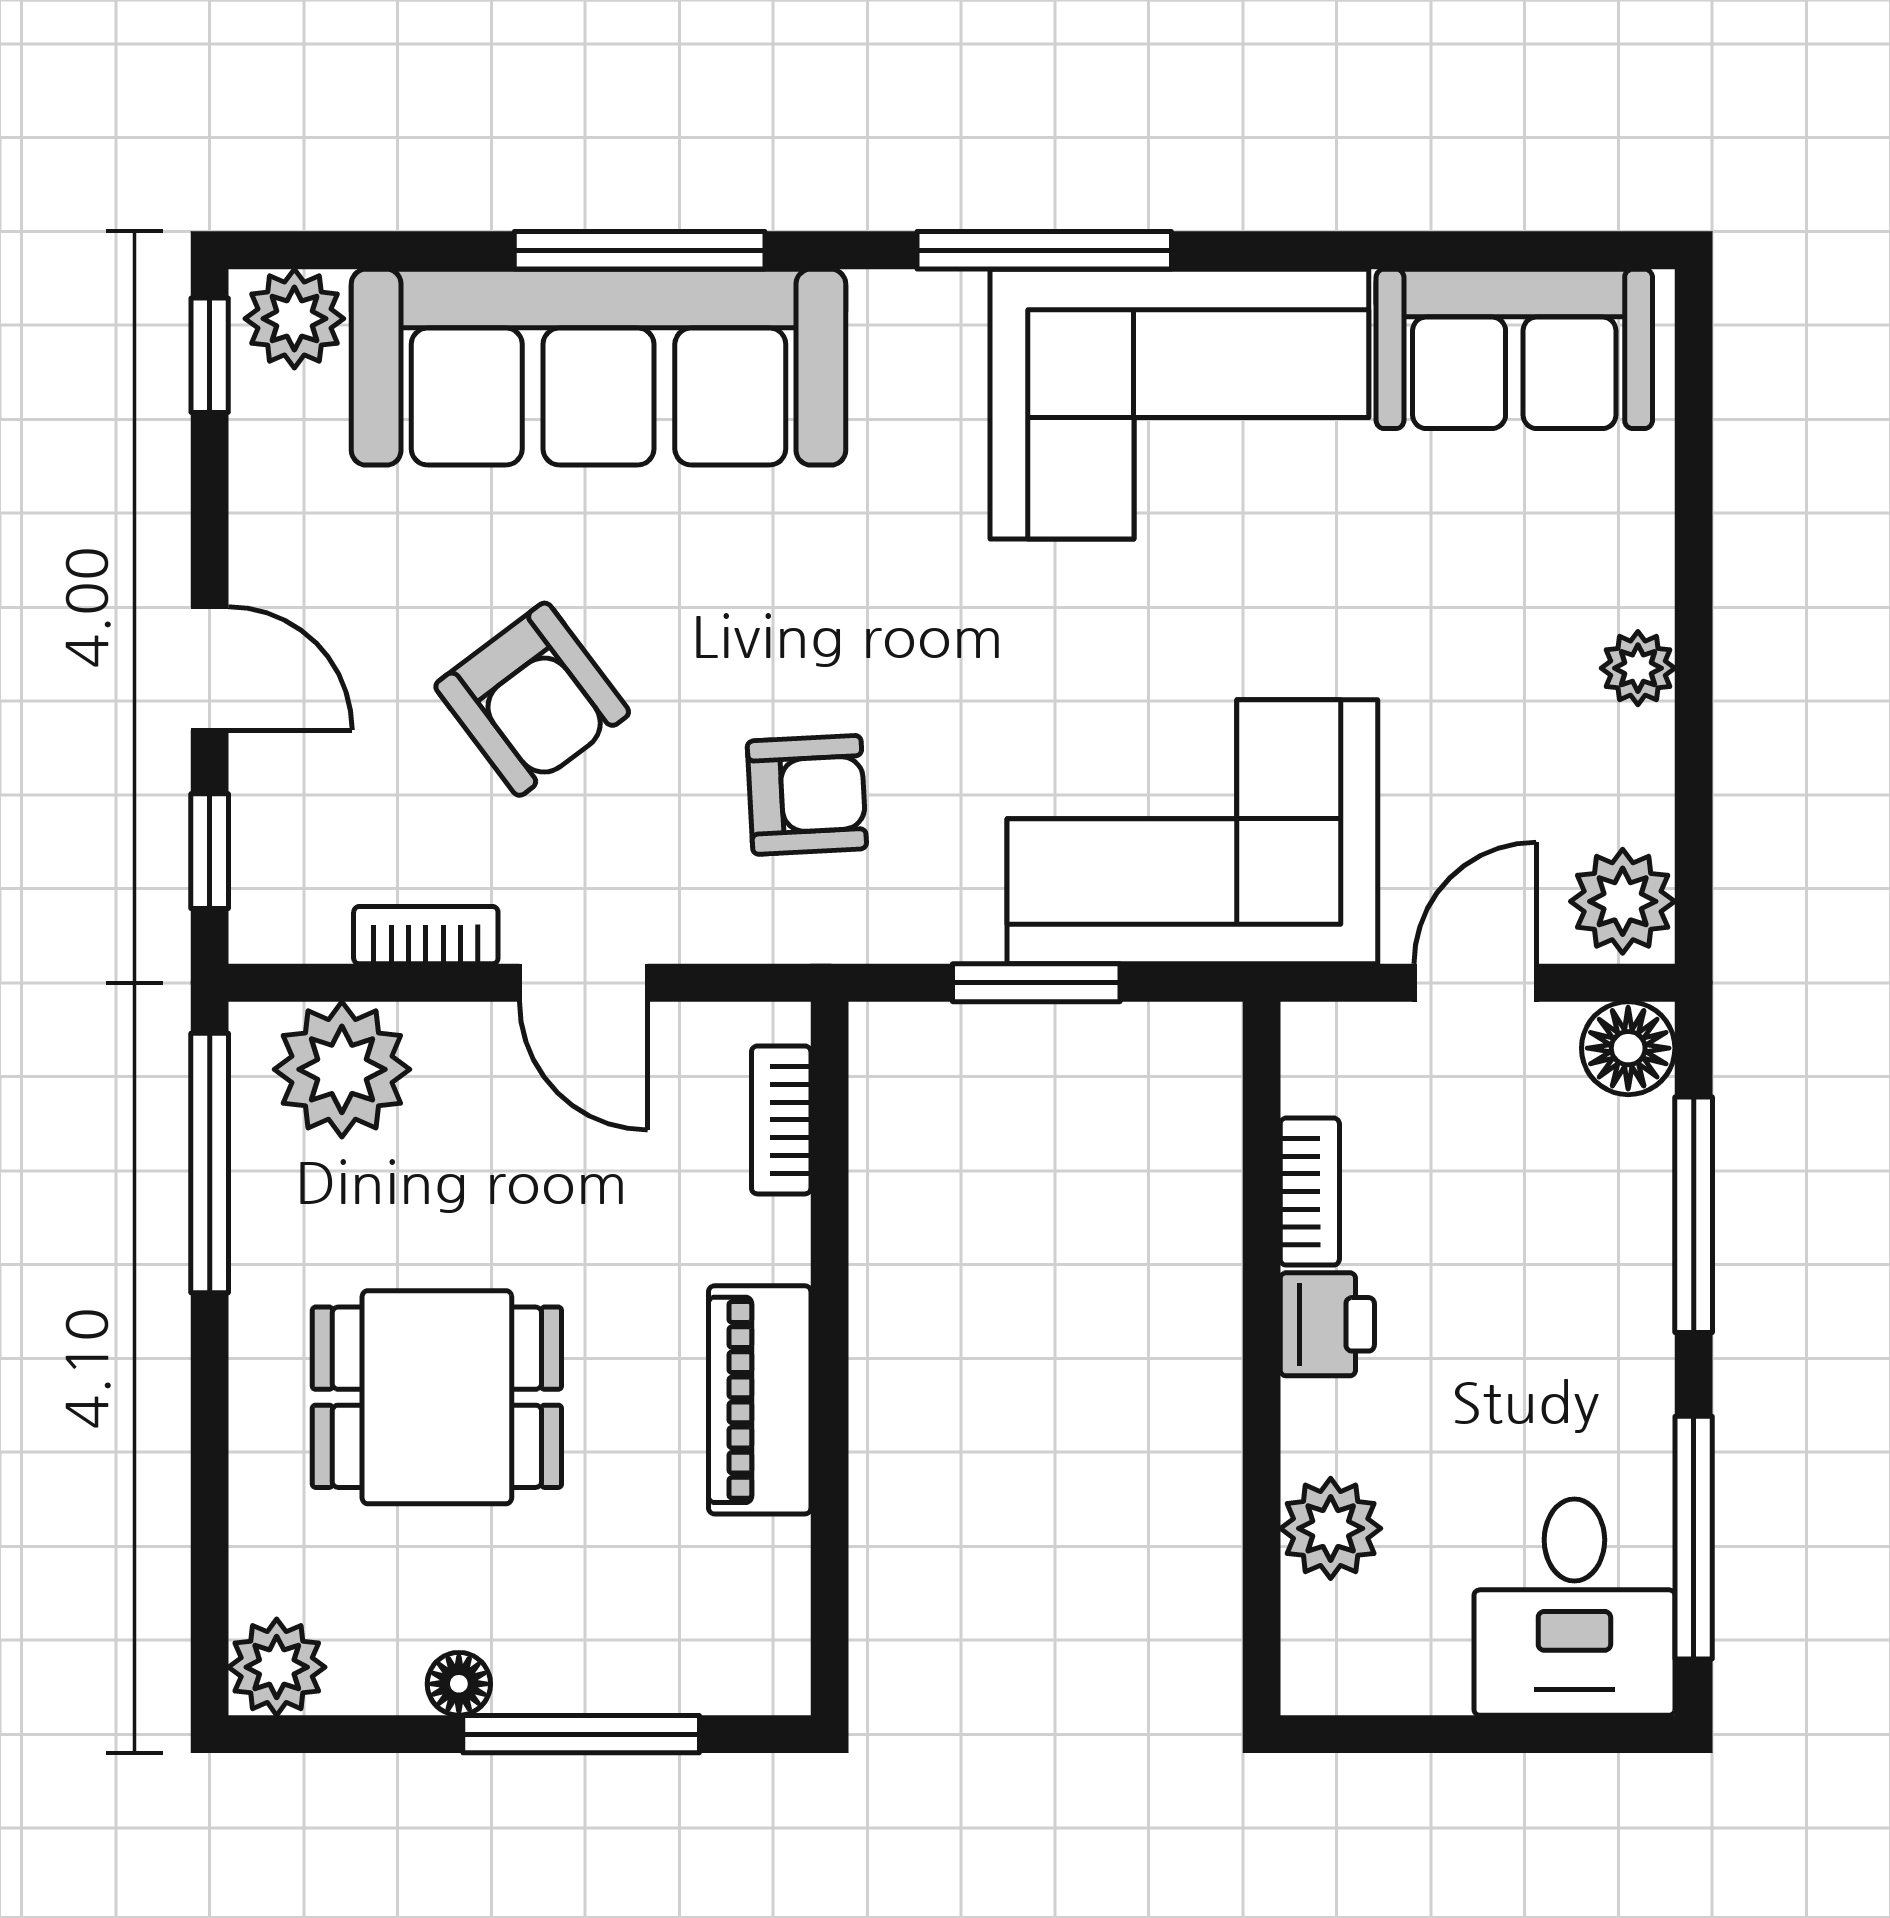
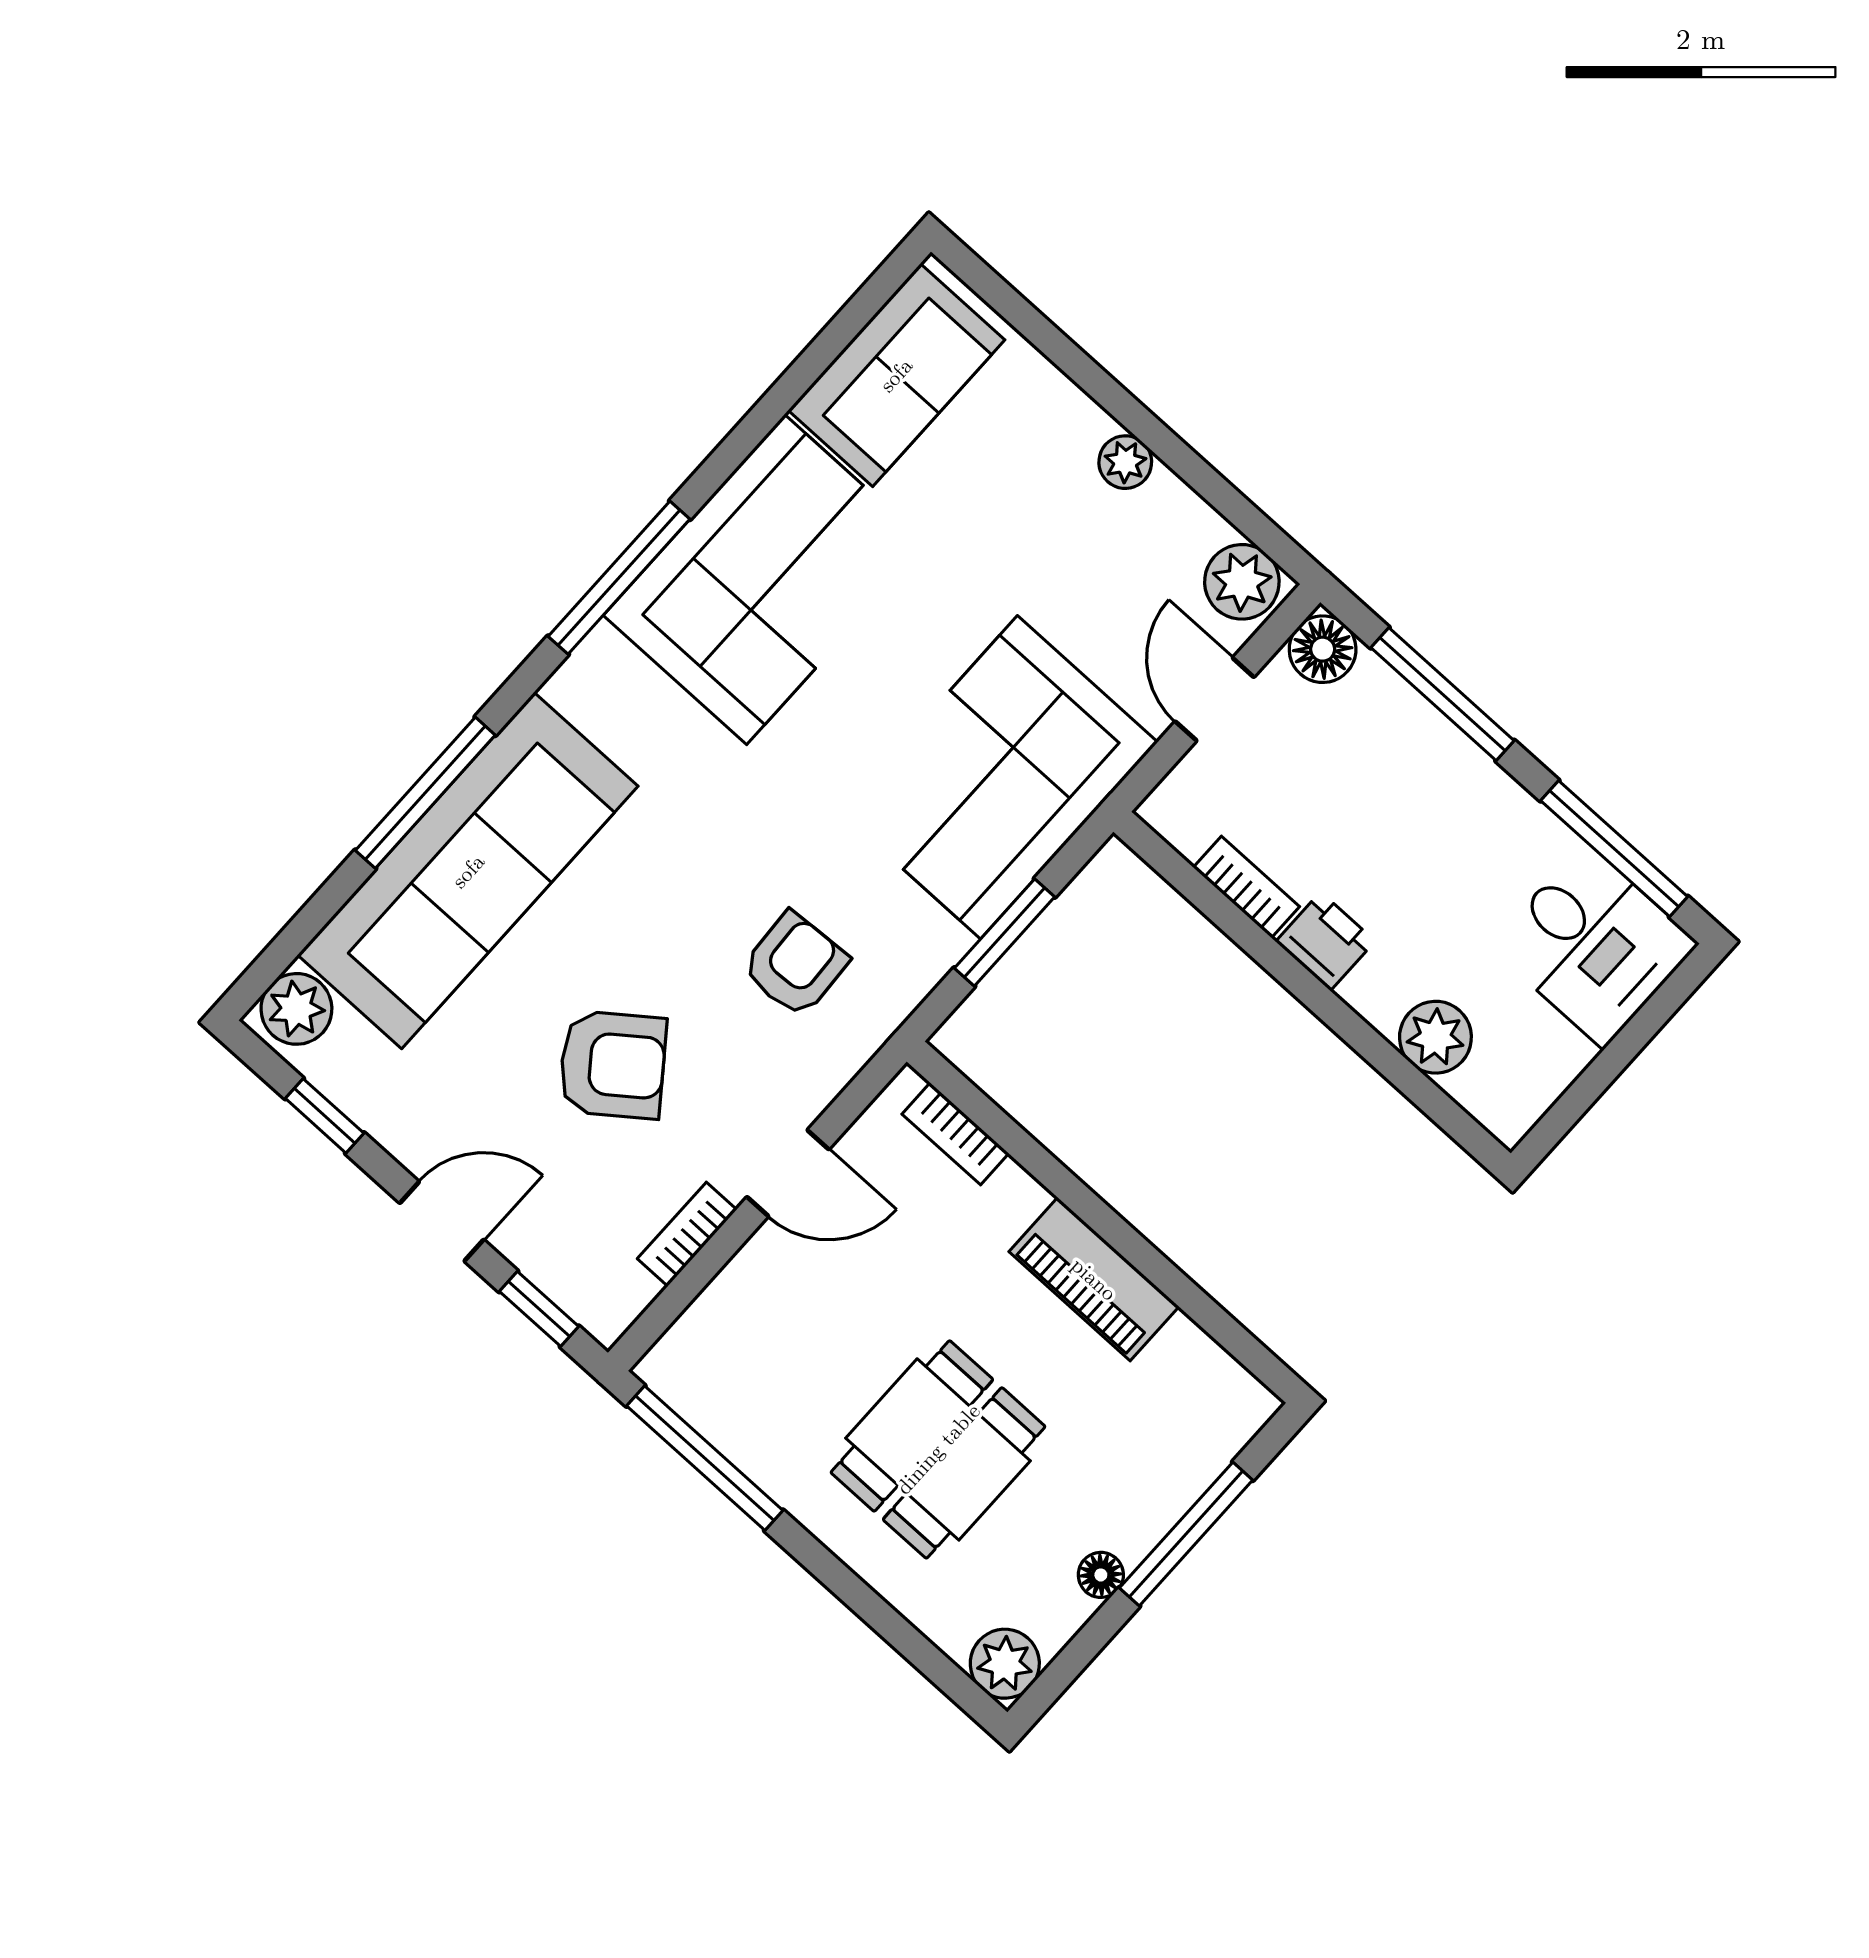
window: (210, 355) -> (325, 1116), moved
plant: (342, 1069) -> (718, 1343), removed

